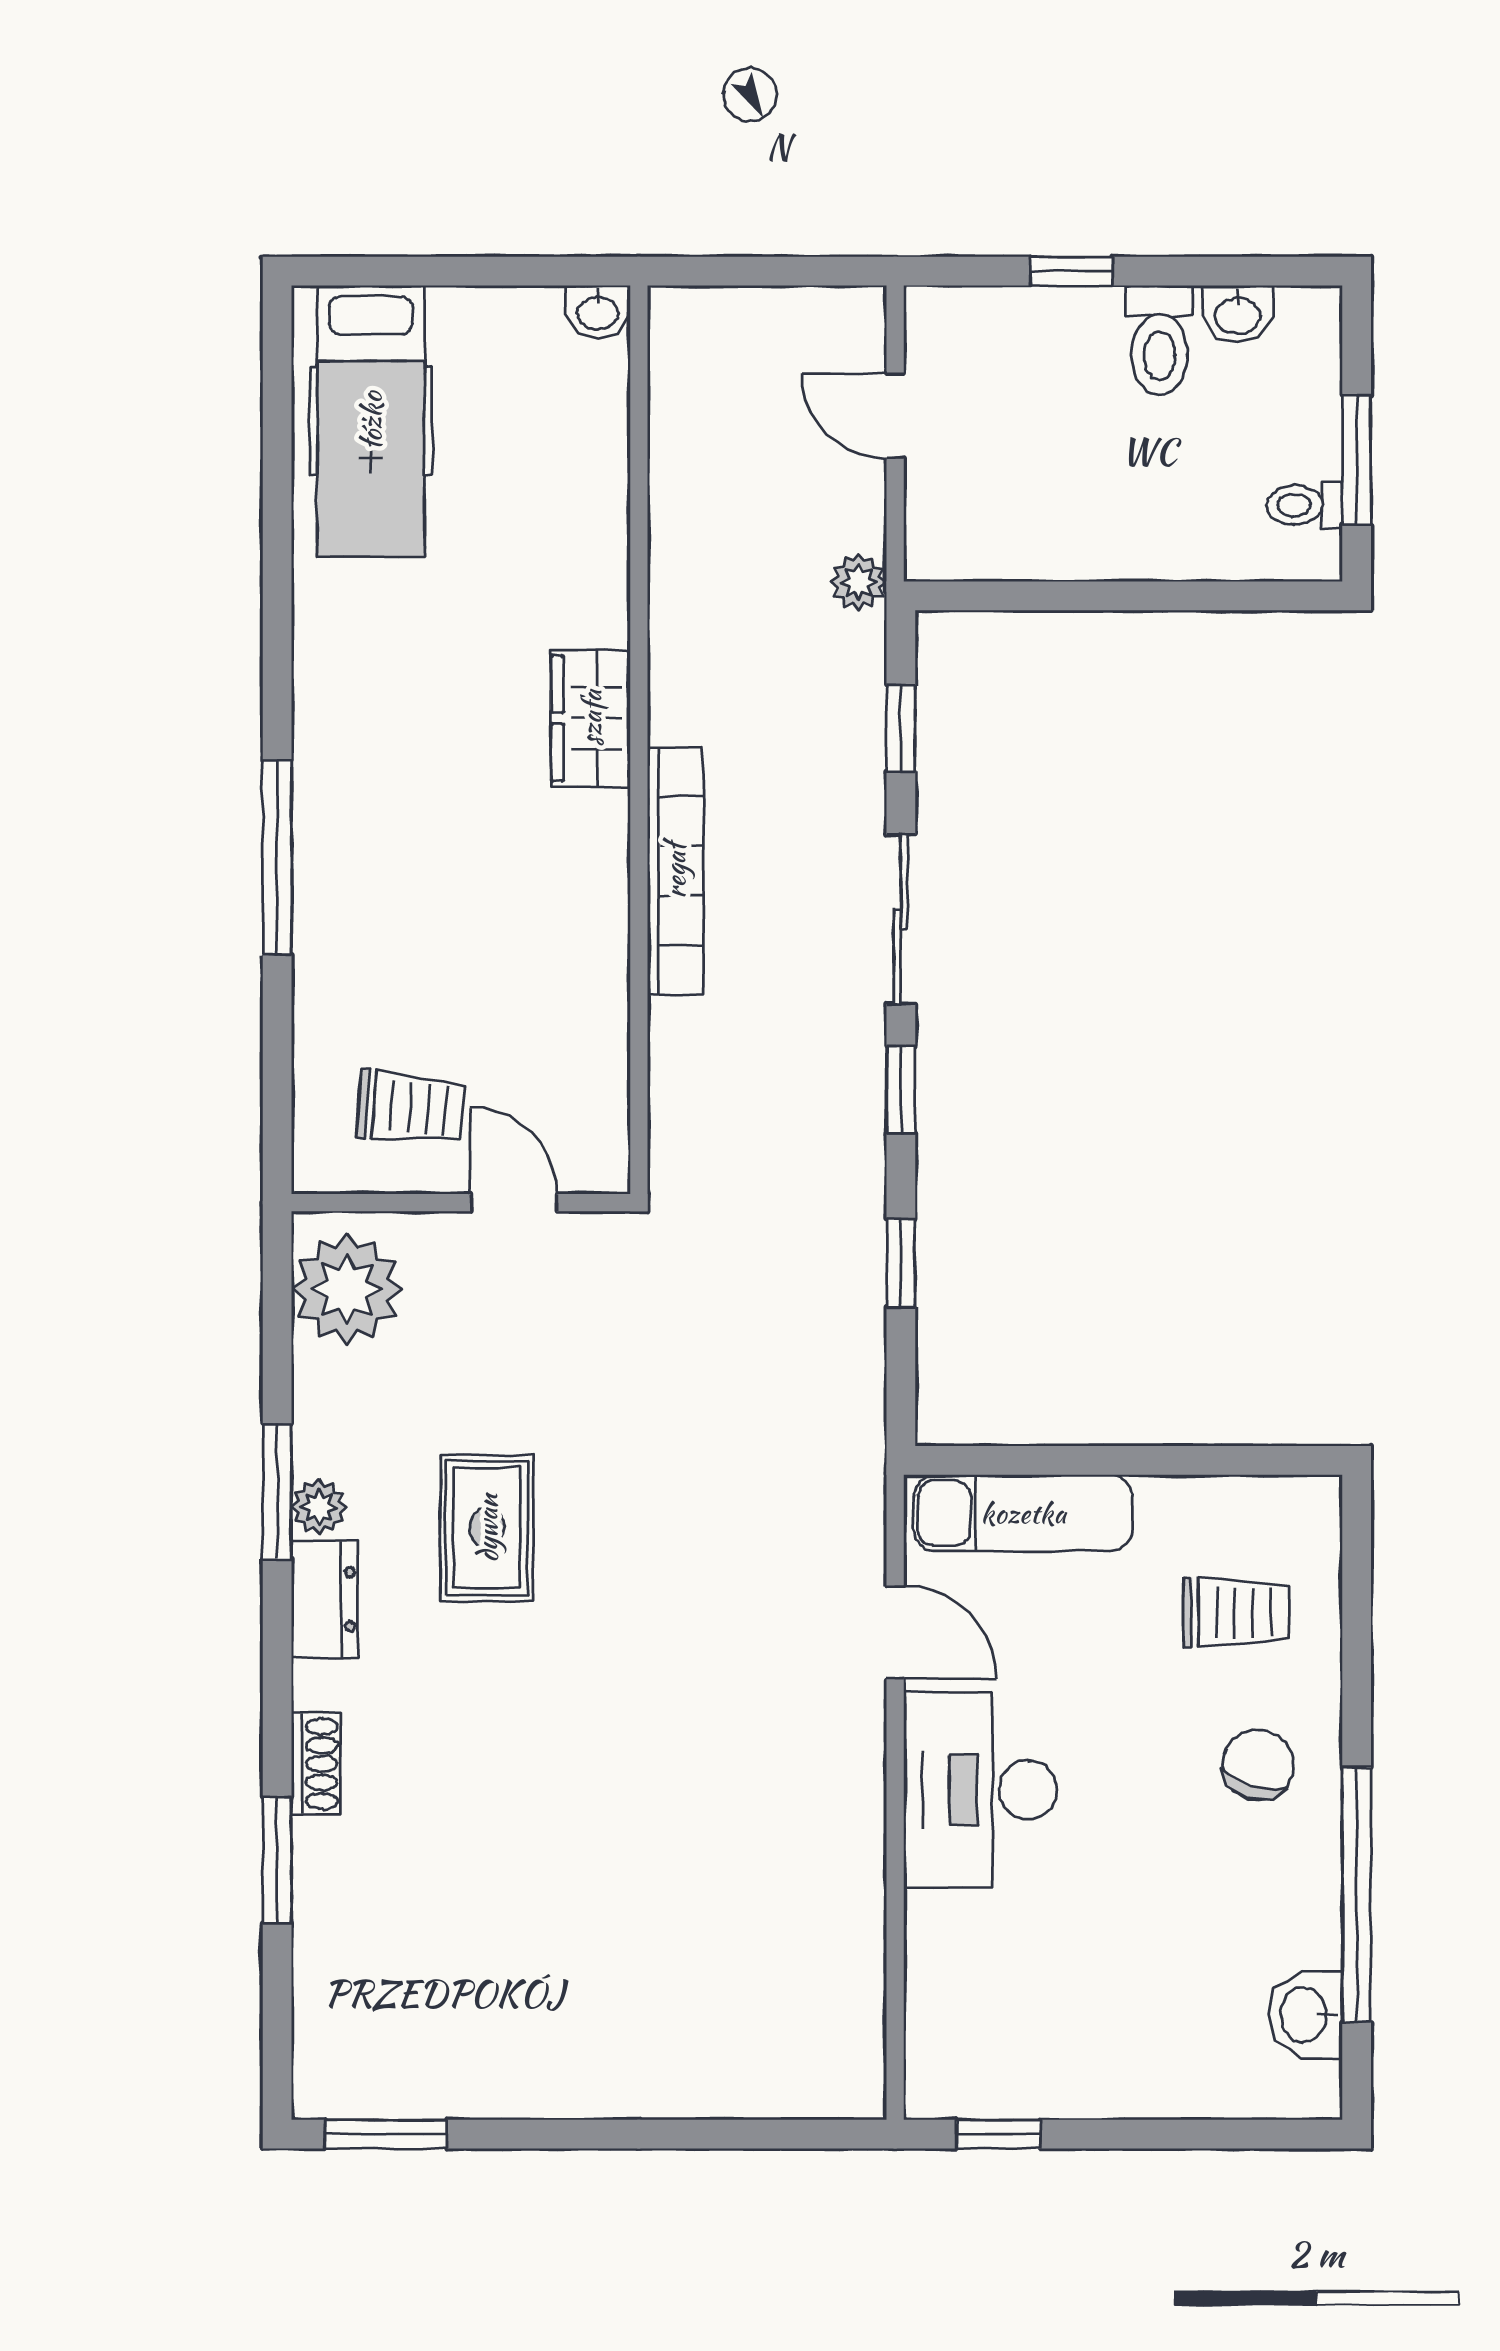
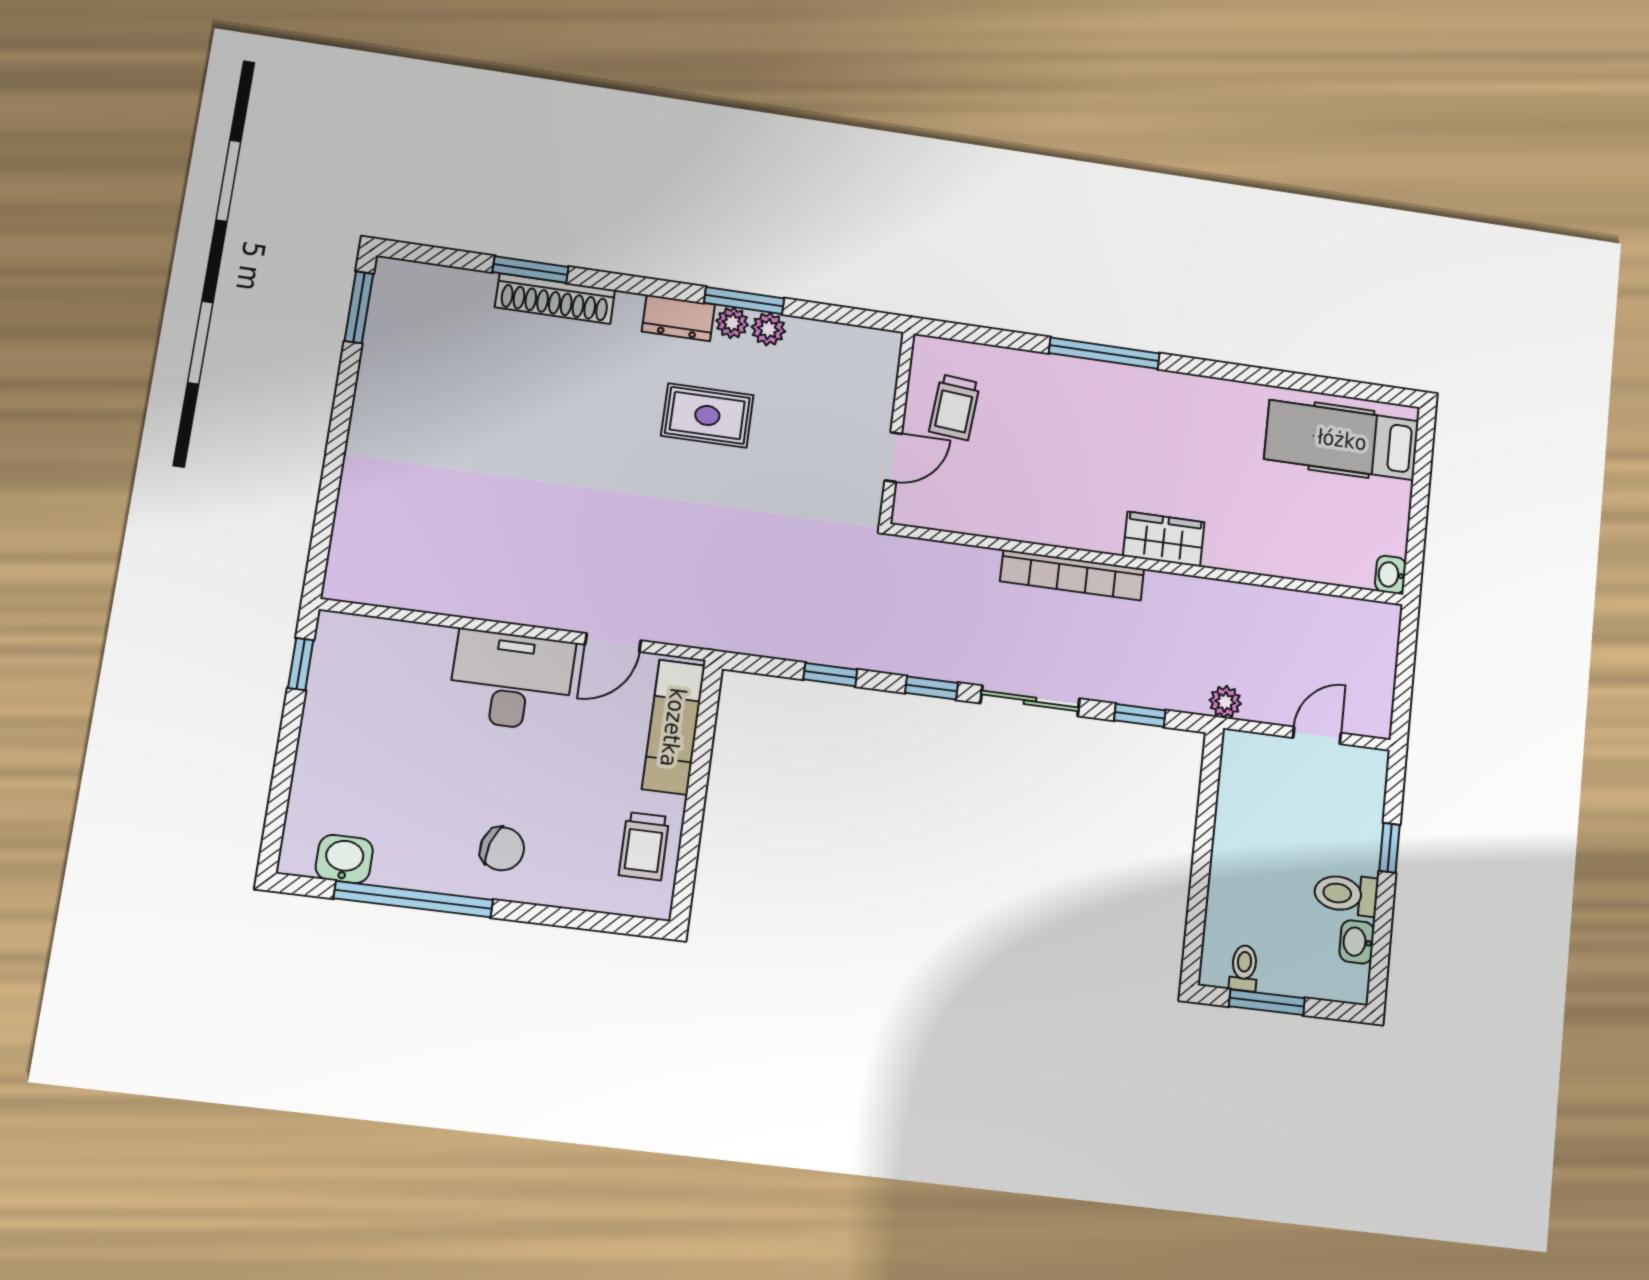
plant: (347, 1289) -> (768, 329), moved, width x0.53, depth x0.53
trolley: (1237, 1612) -> (644, 846), moved
shoe rack: (316, 1764) -> (555, 299), width x1.94, depth x1.24

